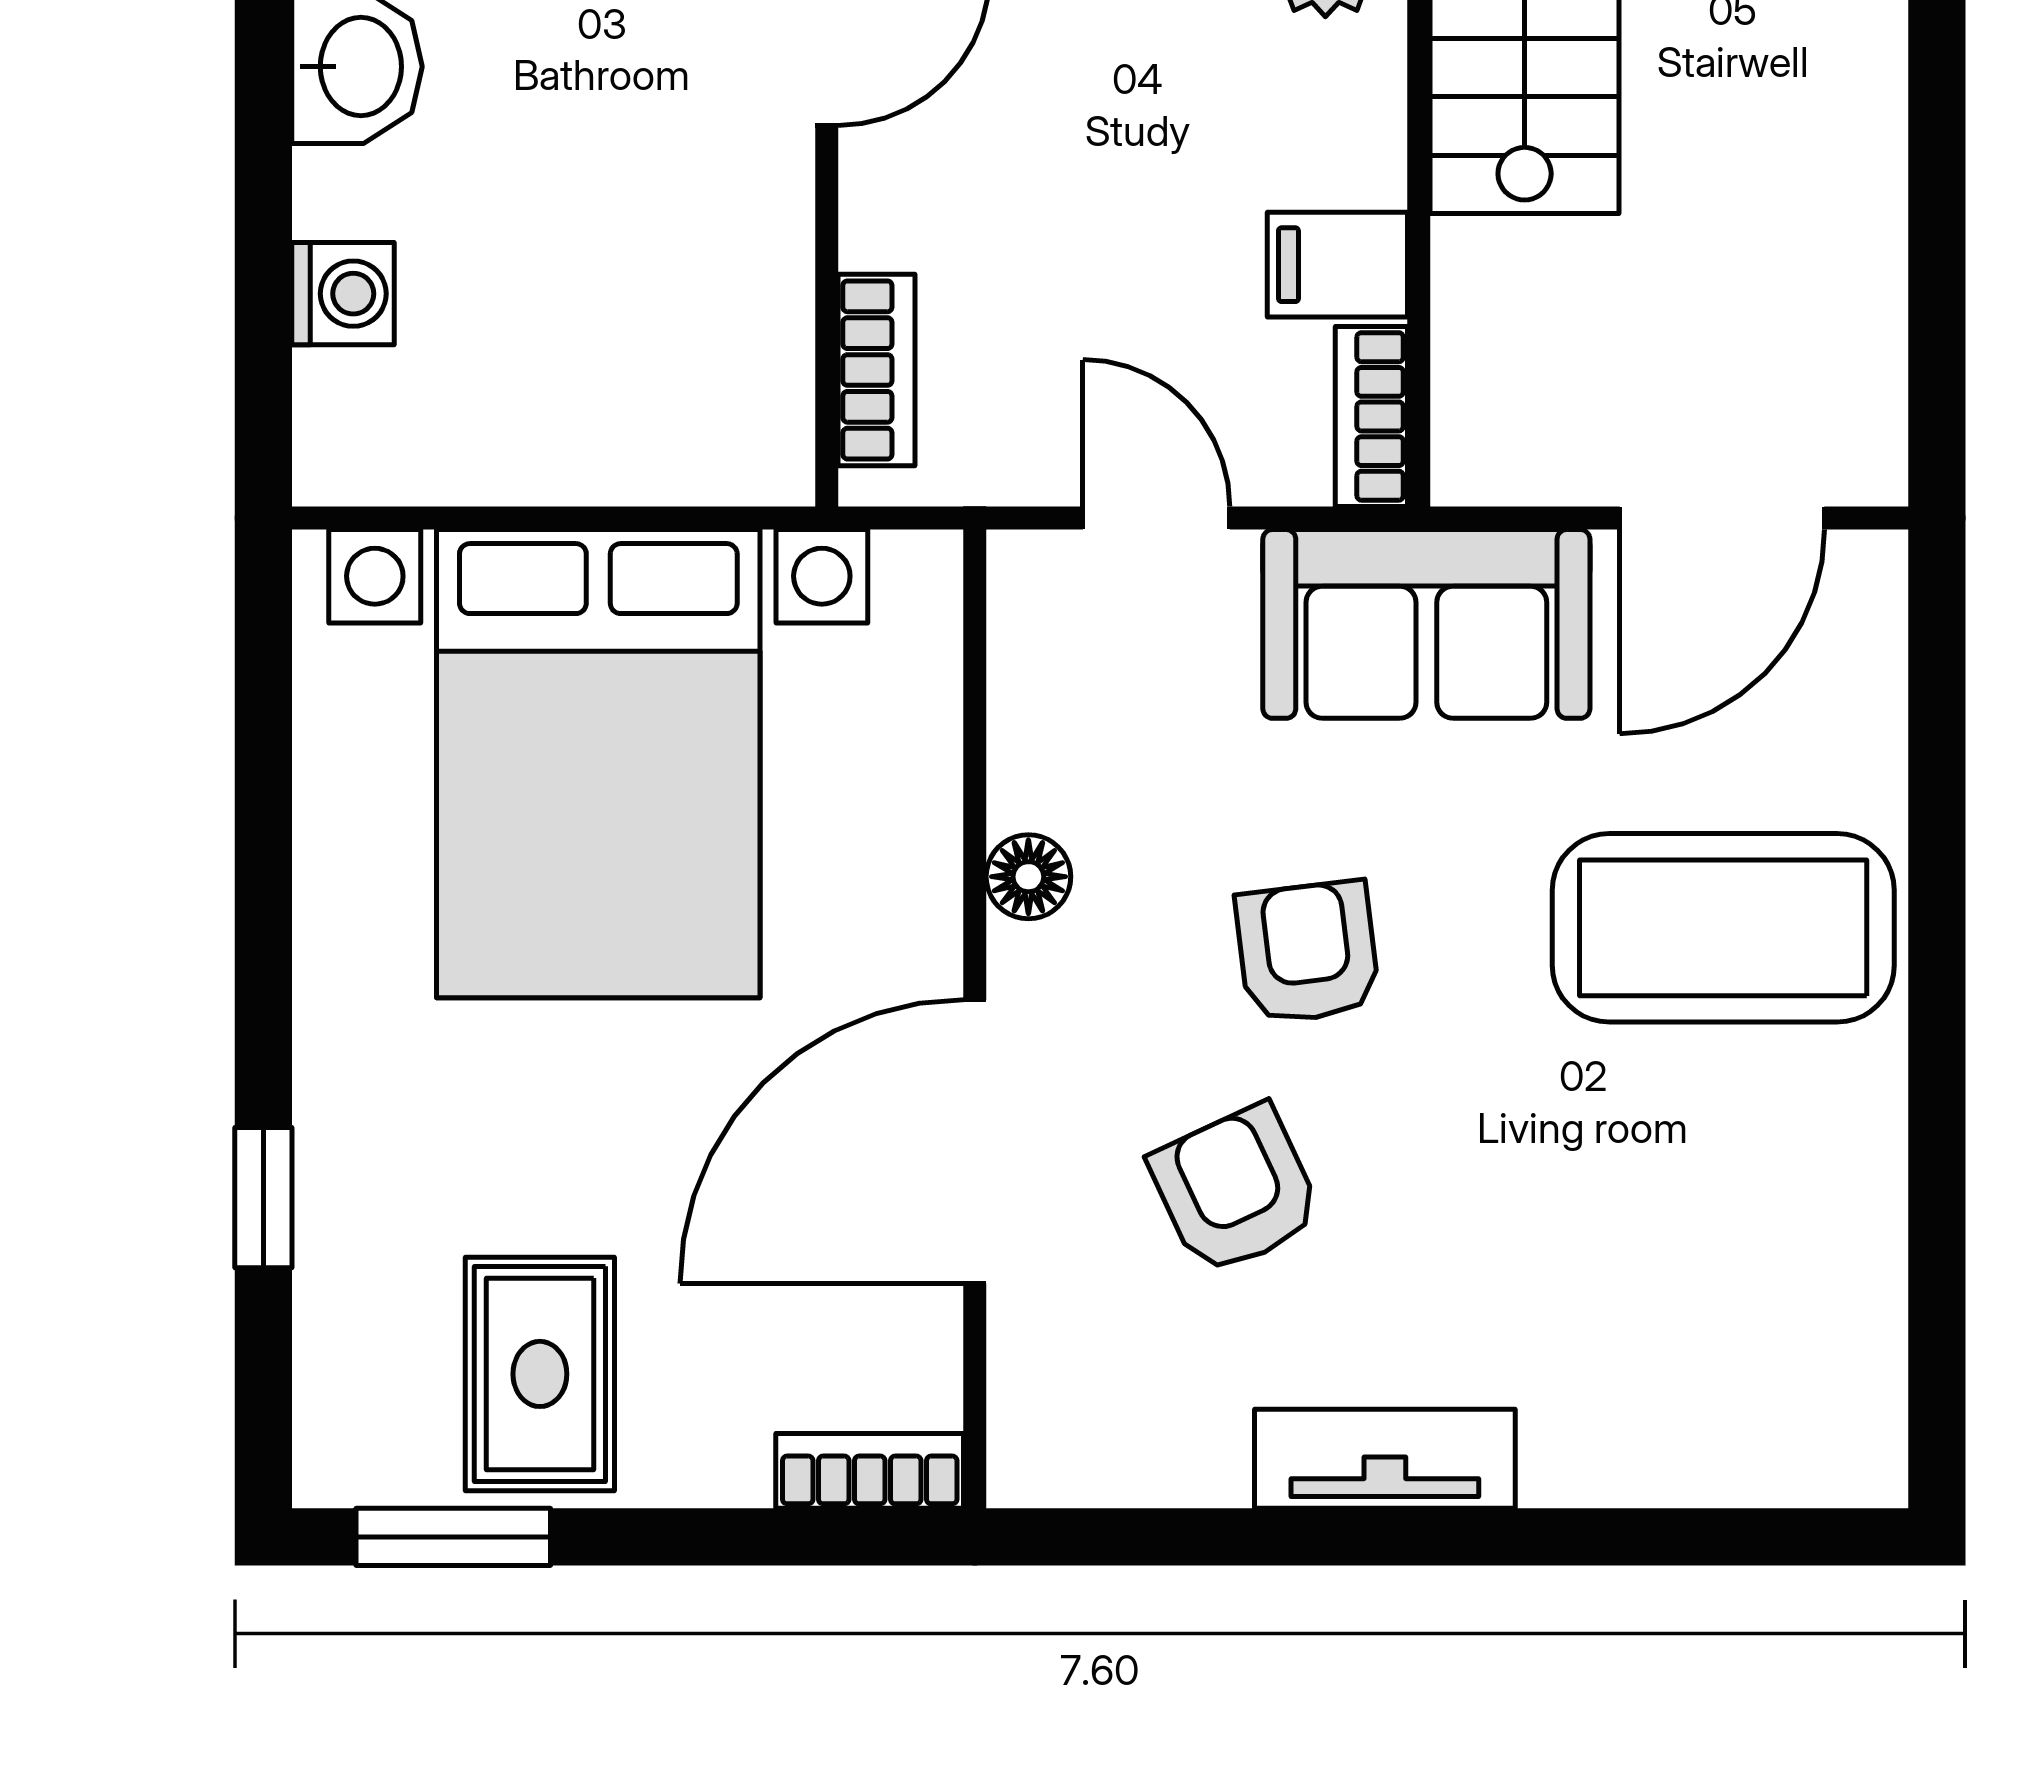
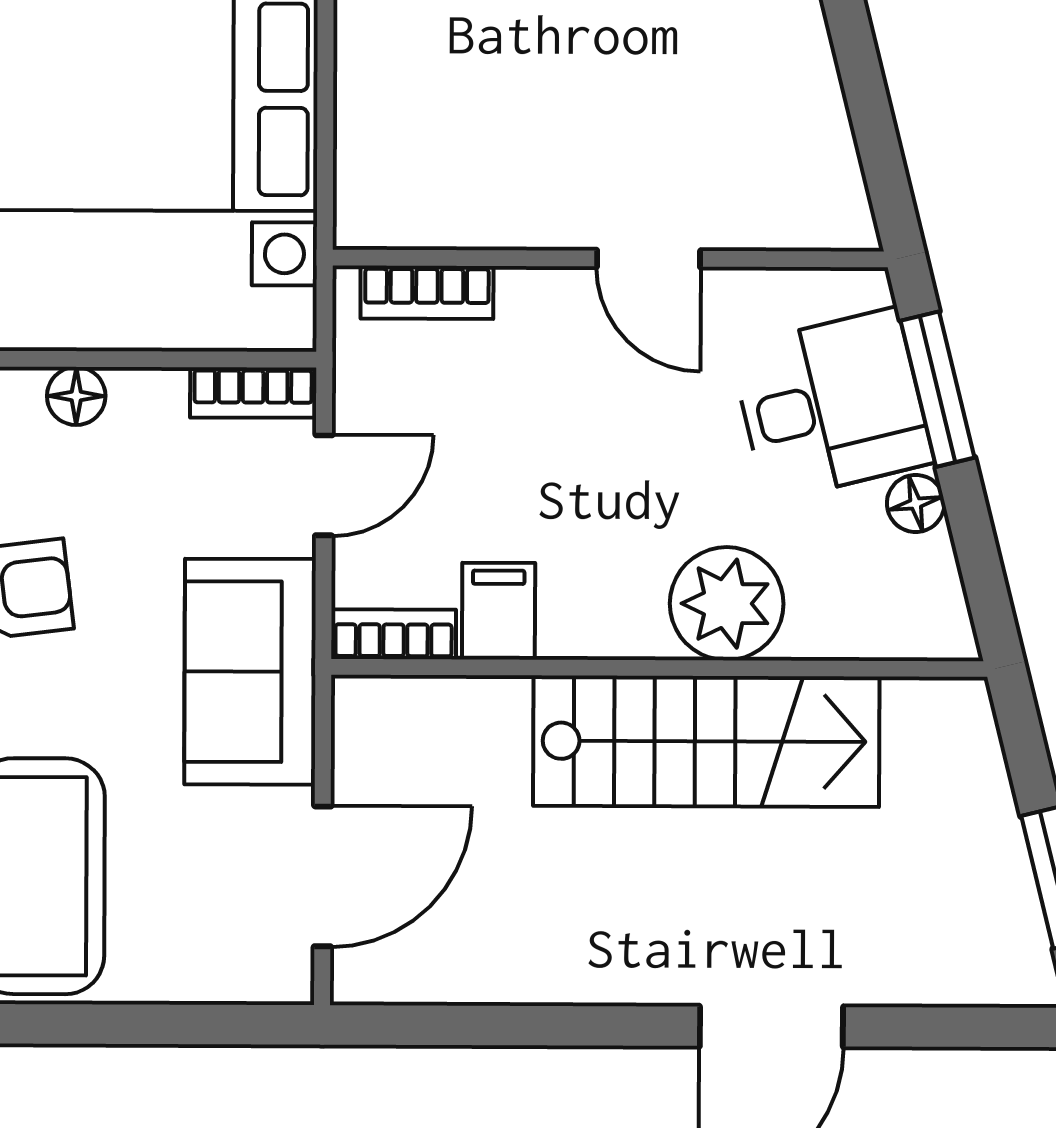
door: (1722, 518) -> (323, 876), swing flipped
bookcase: (1023, 621) -> (253, 393), added

